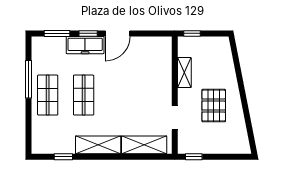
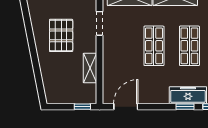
door: (118, 33) -> (126, 107), moved
shop shelf: (120, 95) -> (154, 46), added

